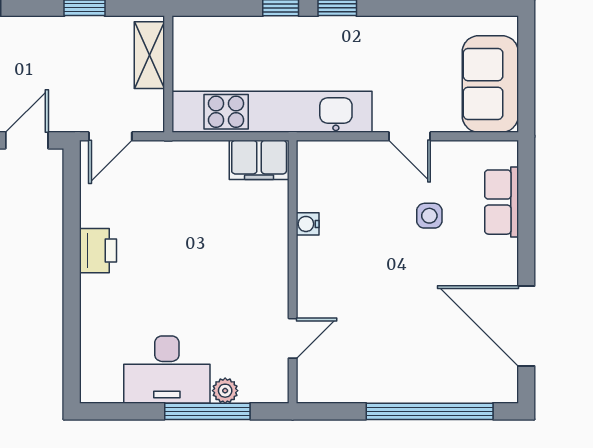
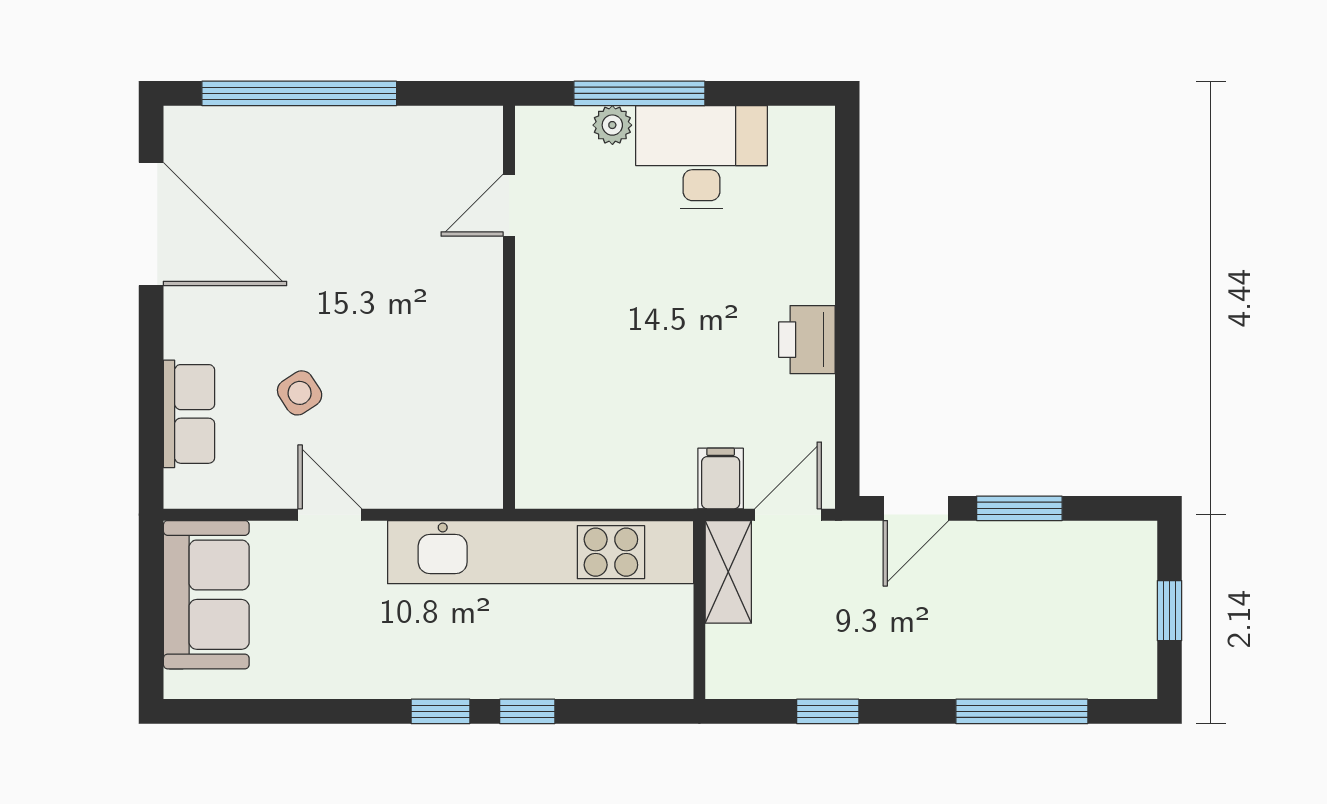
shelving: (149, 55) -> (728, 572), moved
filing cabinet: (259, 160) -> (721, 478), moved, width x0.50
side table: (429, 216) -> (300, 393), turned -33
water cooler: (308, 224) -> (486, 380), removed

